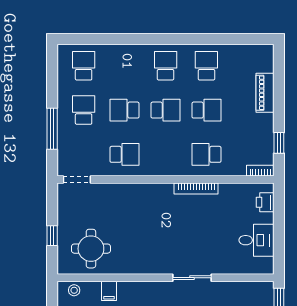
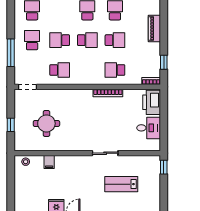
printer: (265, 202) -> (152, 102), width x1.87, depth x1.48
round table: (91, 249) -> (46, 123), moved

